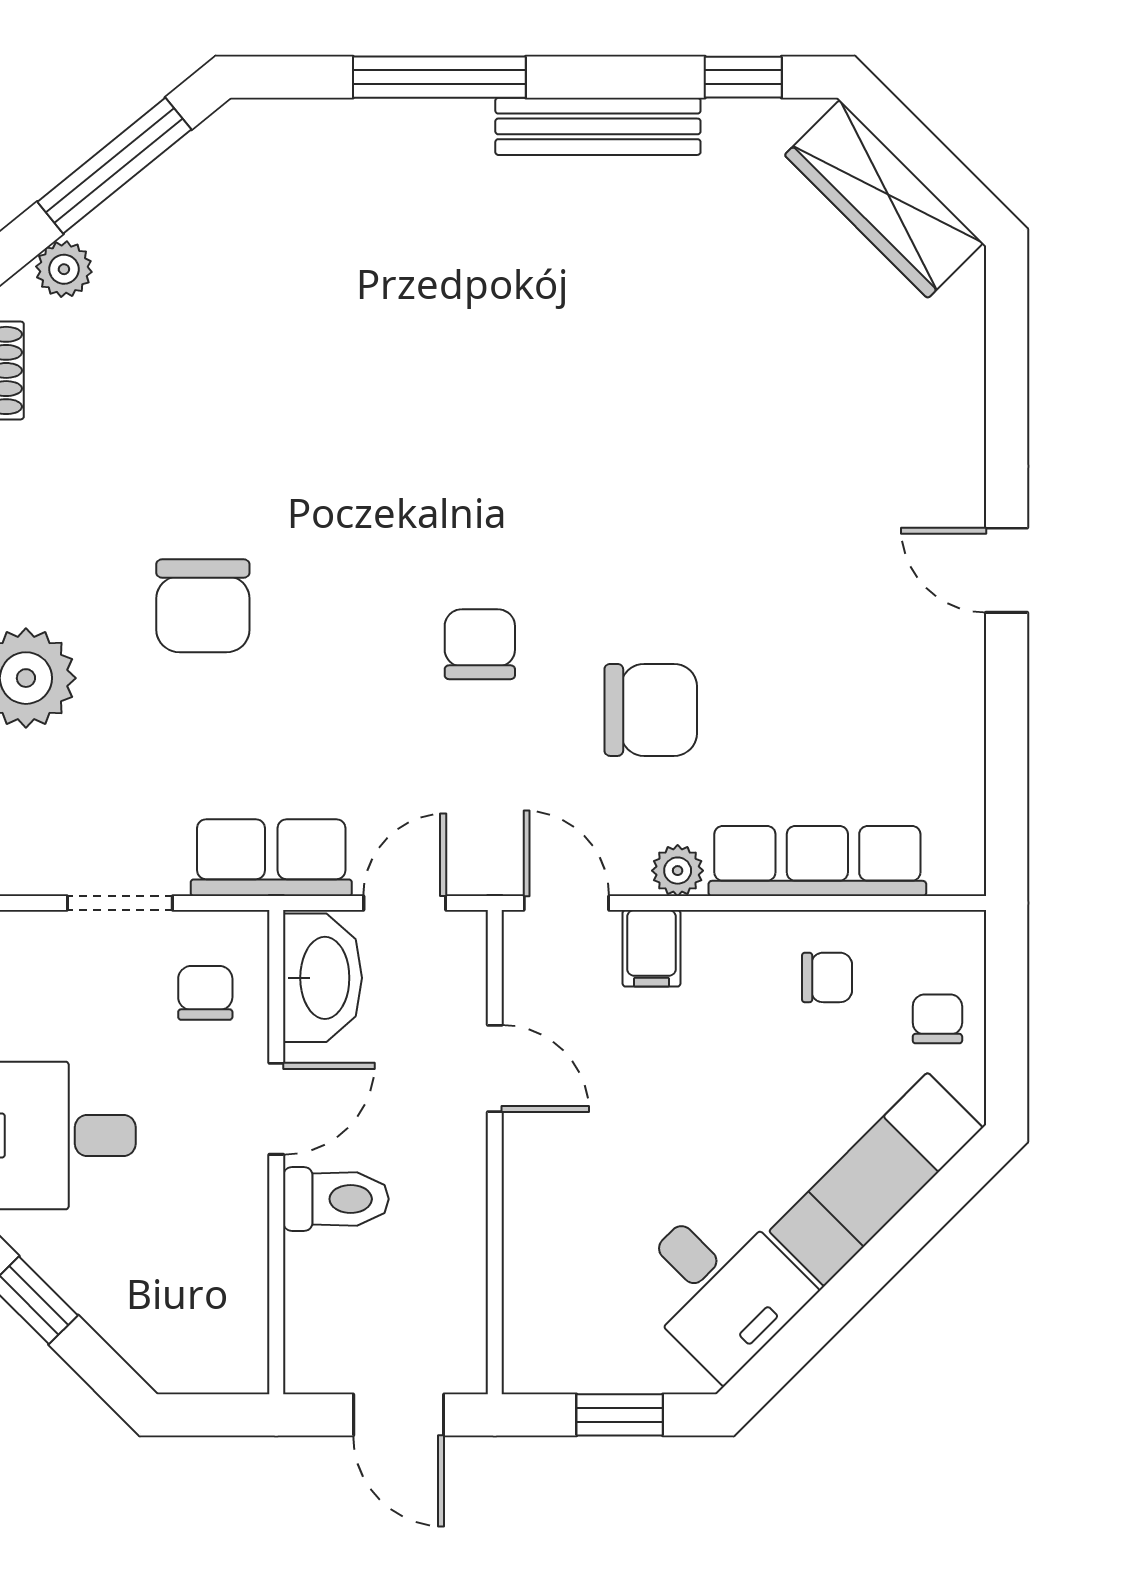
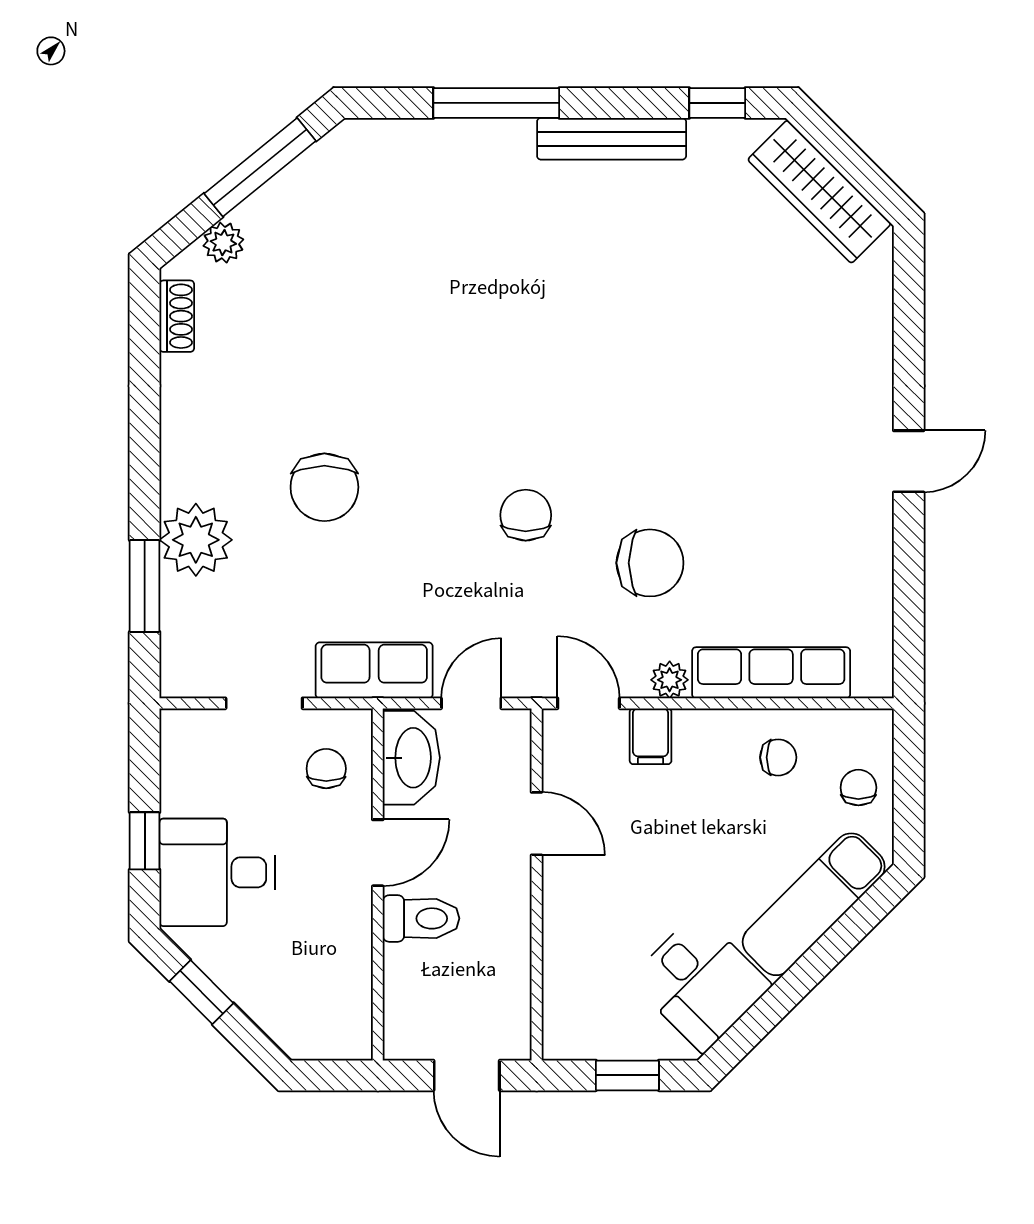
door: (1007, 570) -> (909, 461), swing flipped

